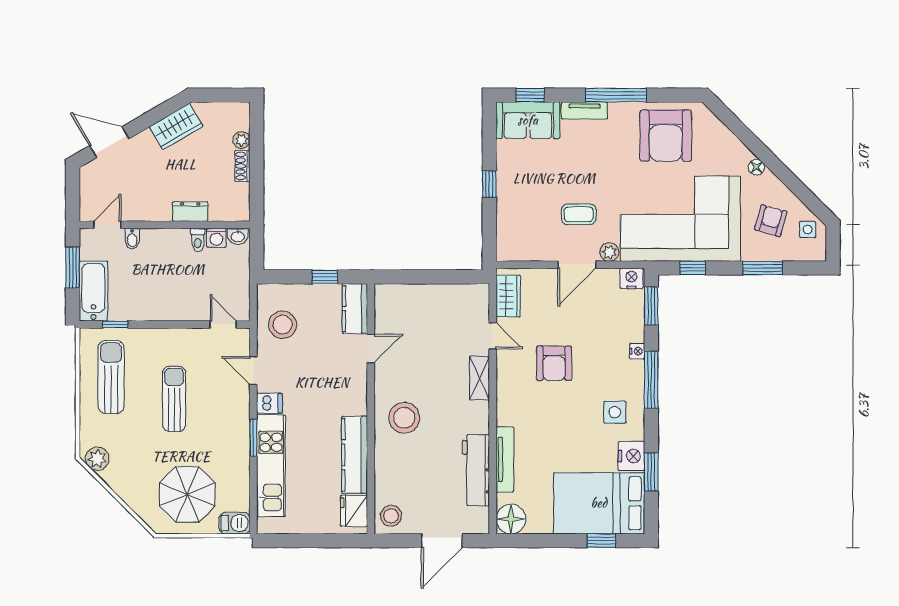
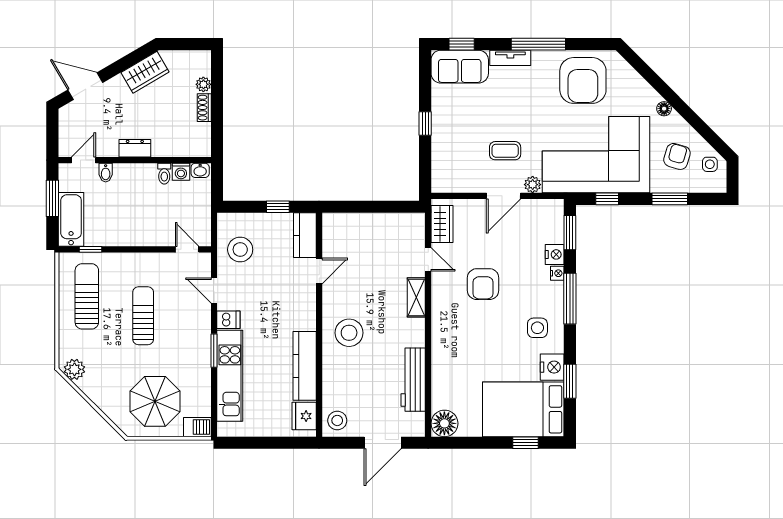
dresser: (190, 212) -> (135, 148), moved
nightstand: (631, 278) -> (555, 254), moved, turned 90
tv unit: (505, 459) -> (439, 370), removed

